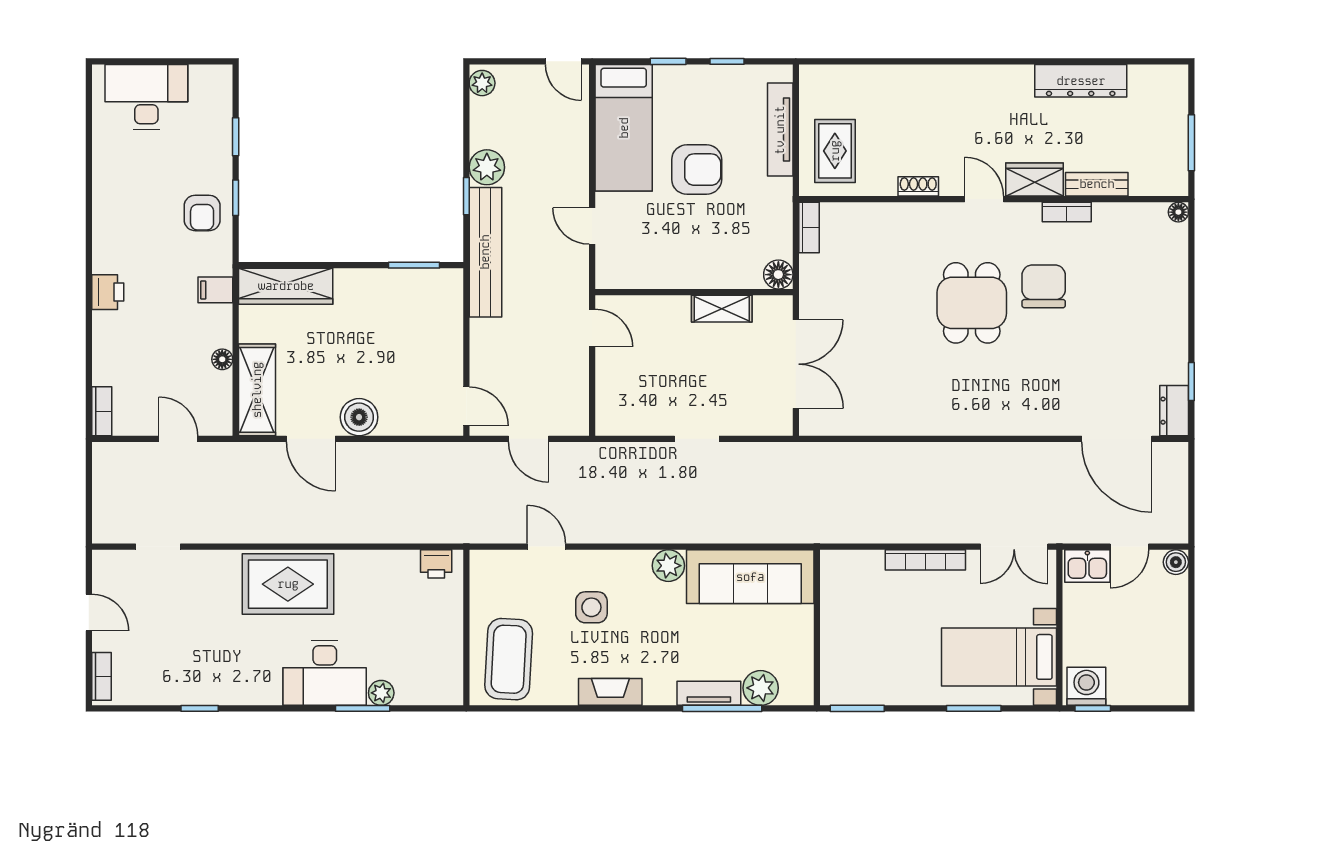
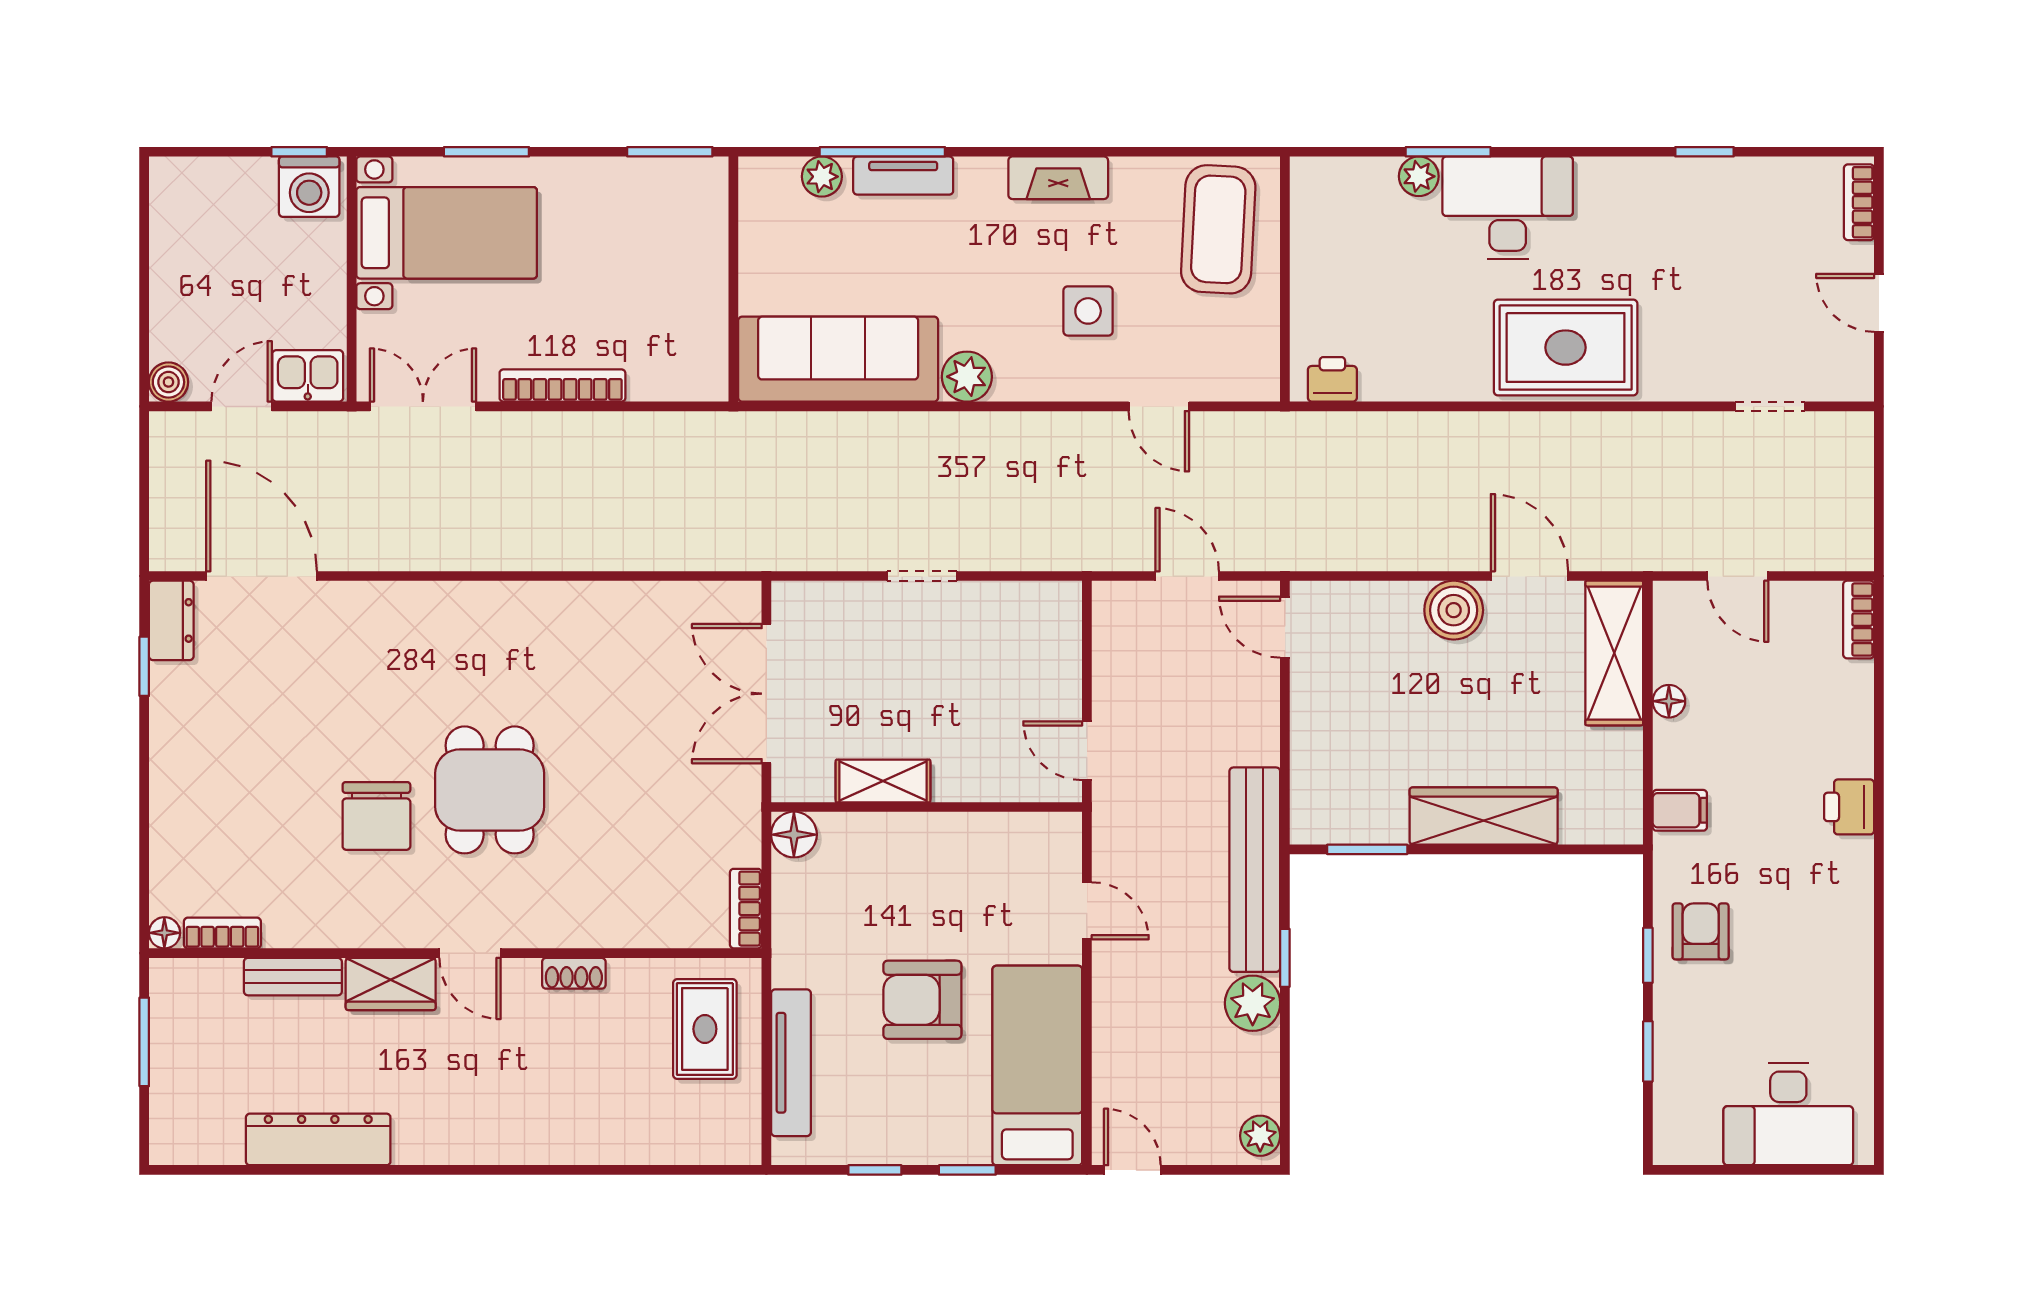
bookcase: (1067, 212) -> (222, 933), moved
wardrobe: (286, 286) -> (1484, 816), moved
plant: (761, 688) -> (822, 177), width x0.73, depth x0.73

